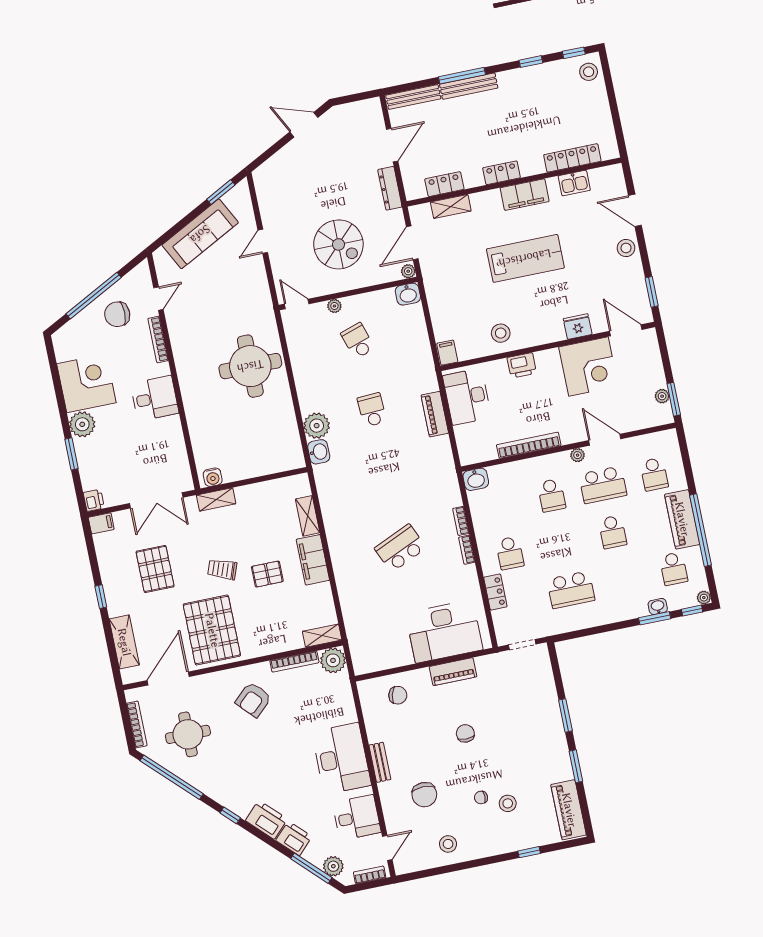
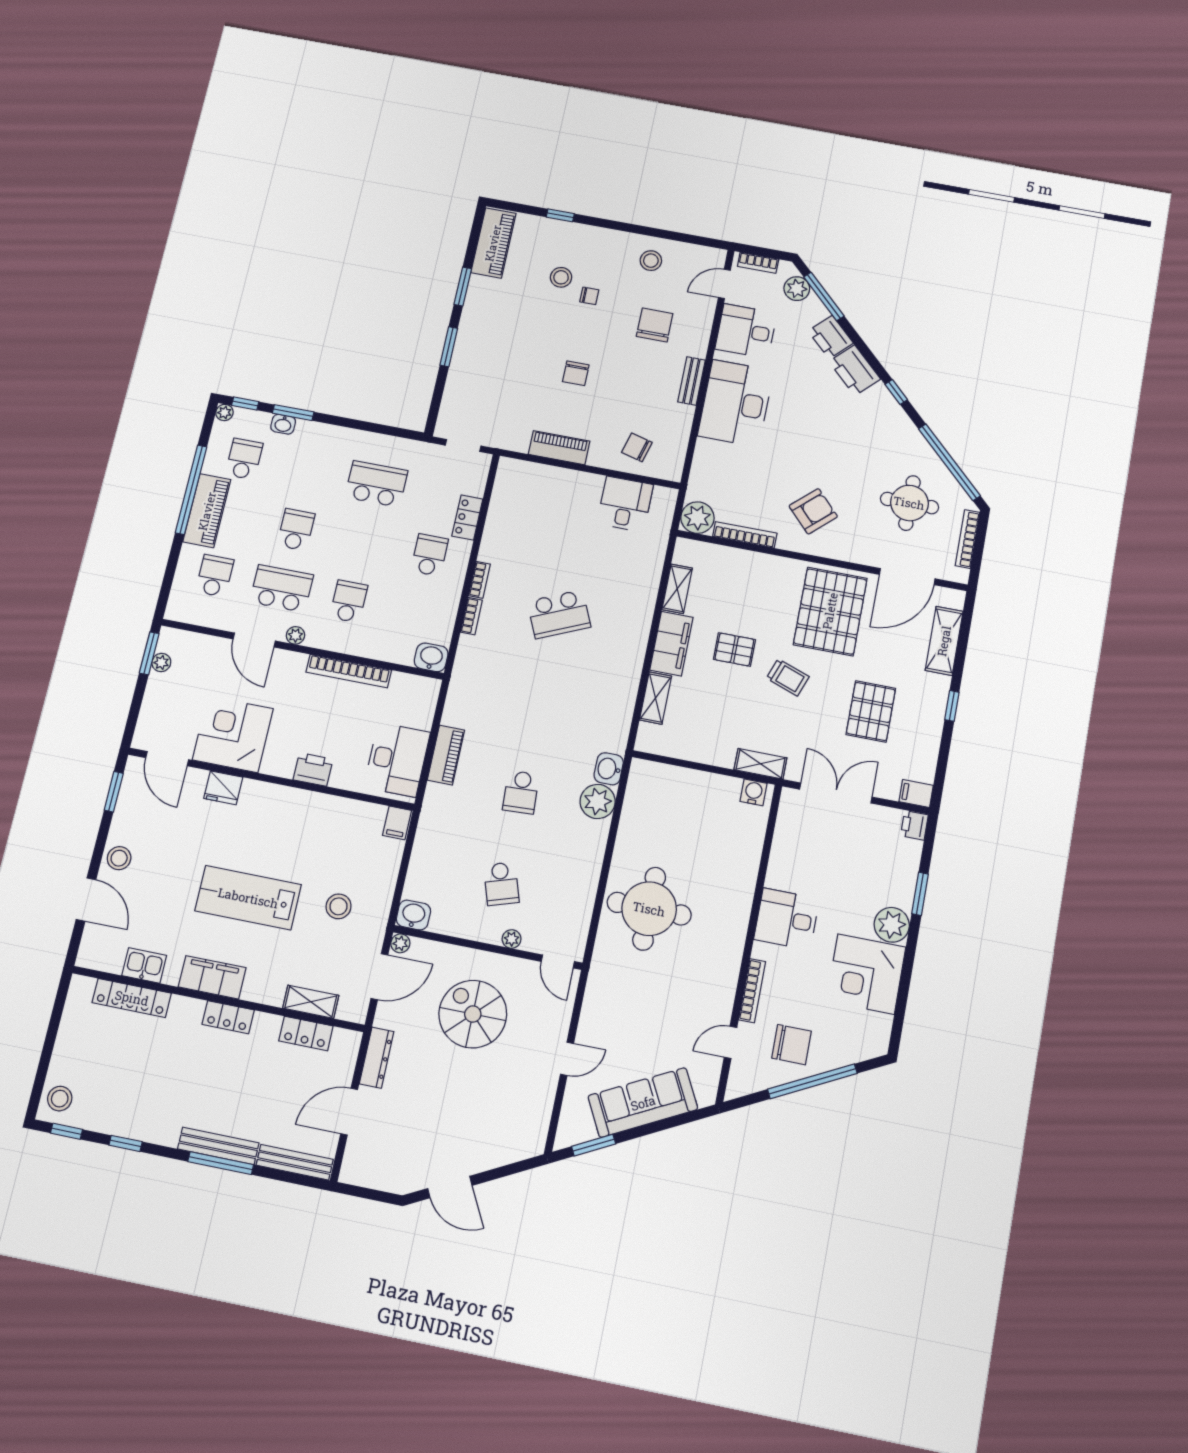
stool: (501, 333) -> (339, 906), moved
desk: (444, 631) -> (625, 504), moved, width x0.53, depth x0.77
shelving: (322, 636) -> (677, 589), moved, turned 90

